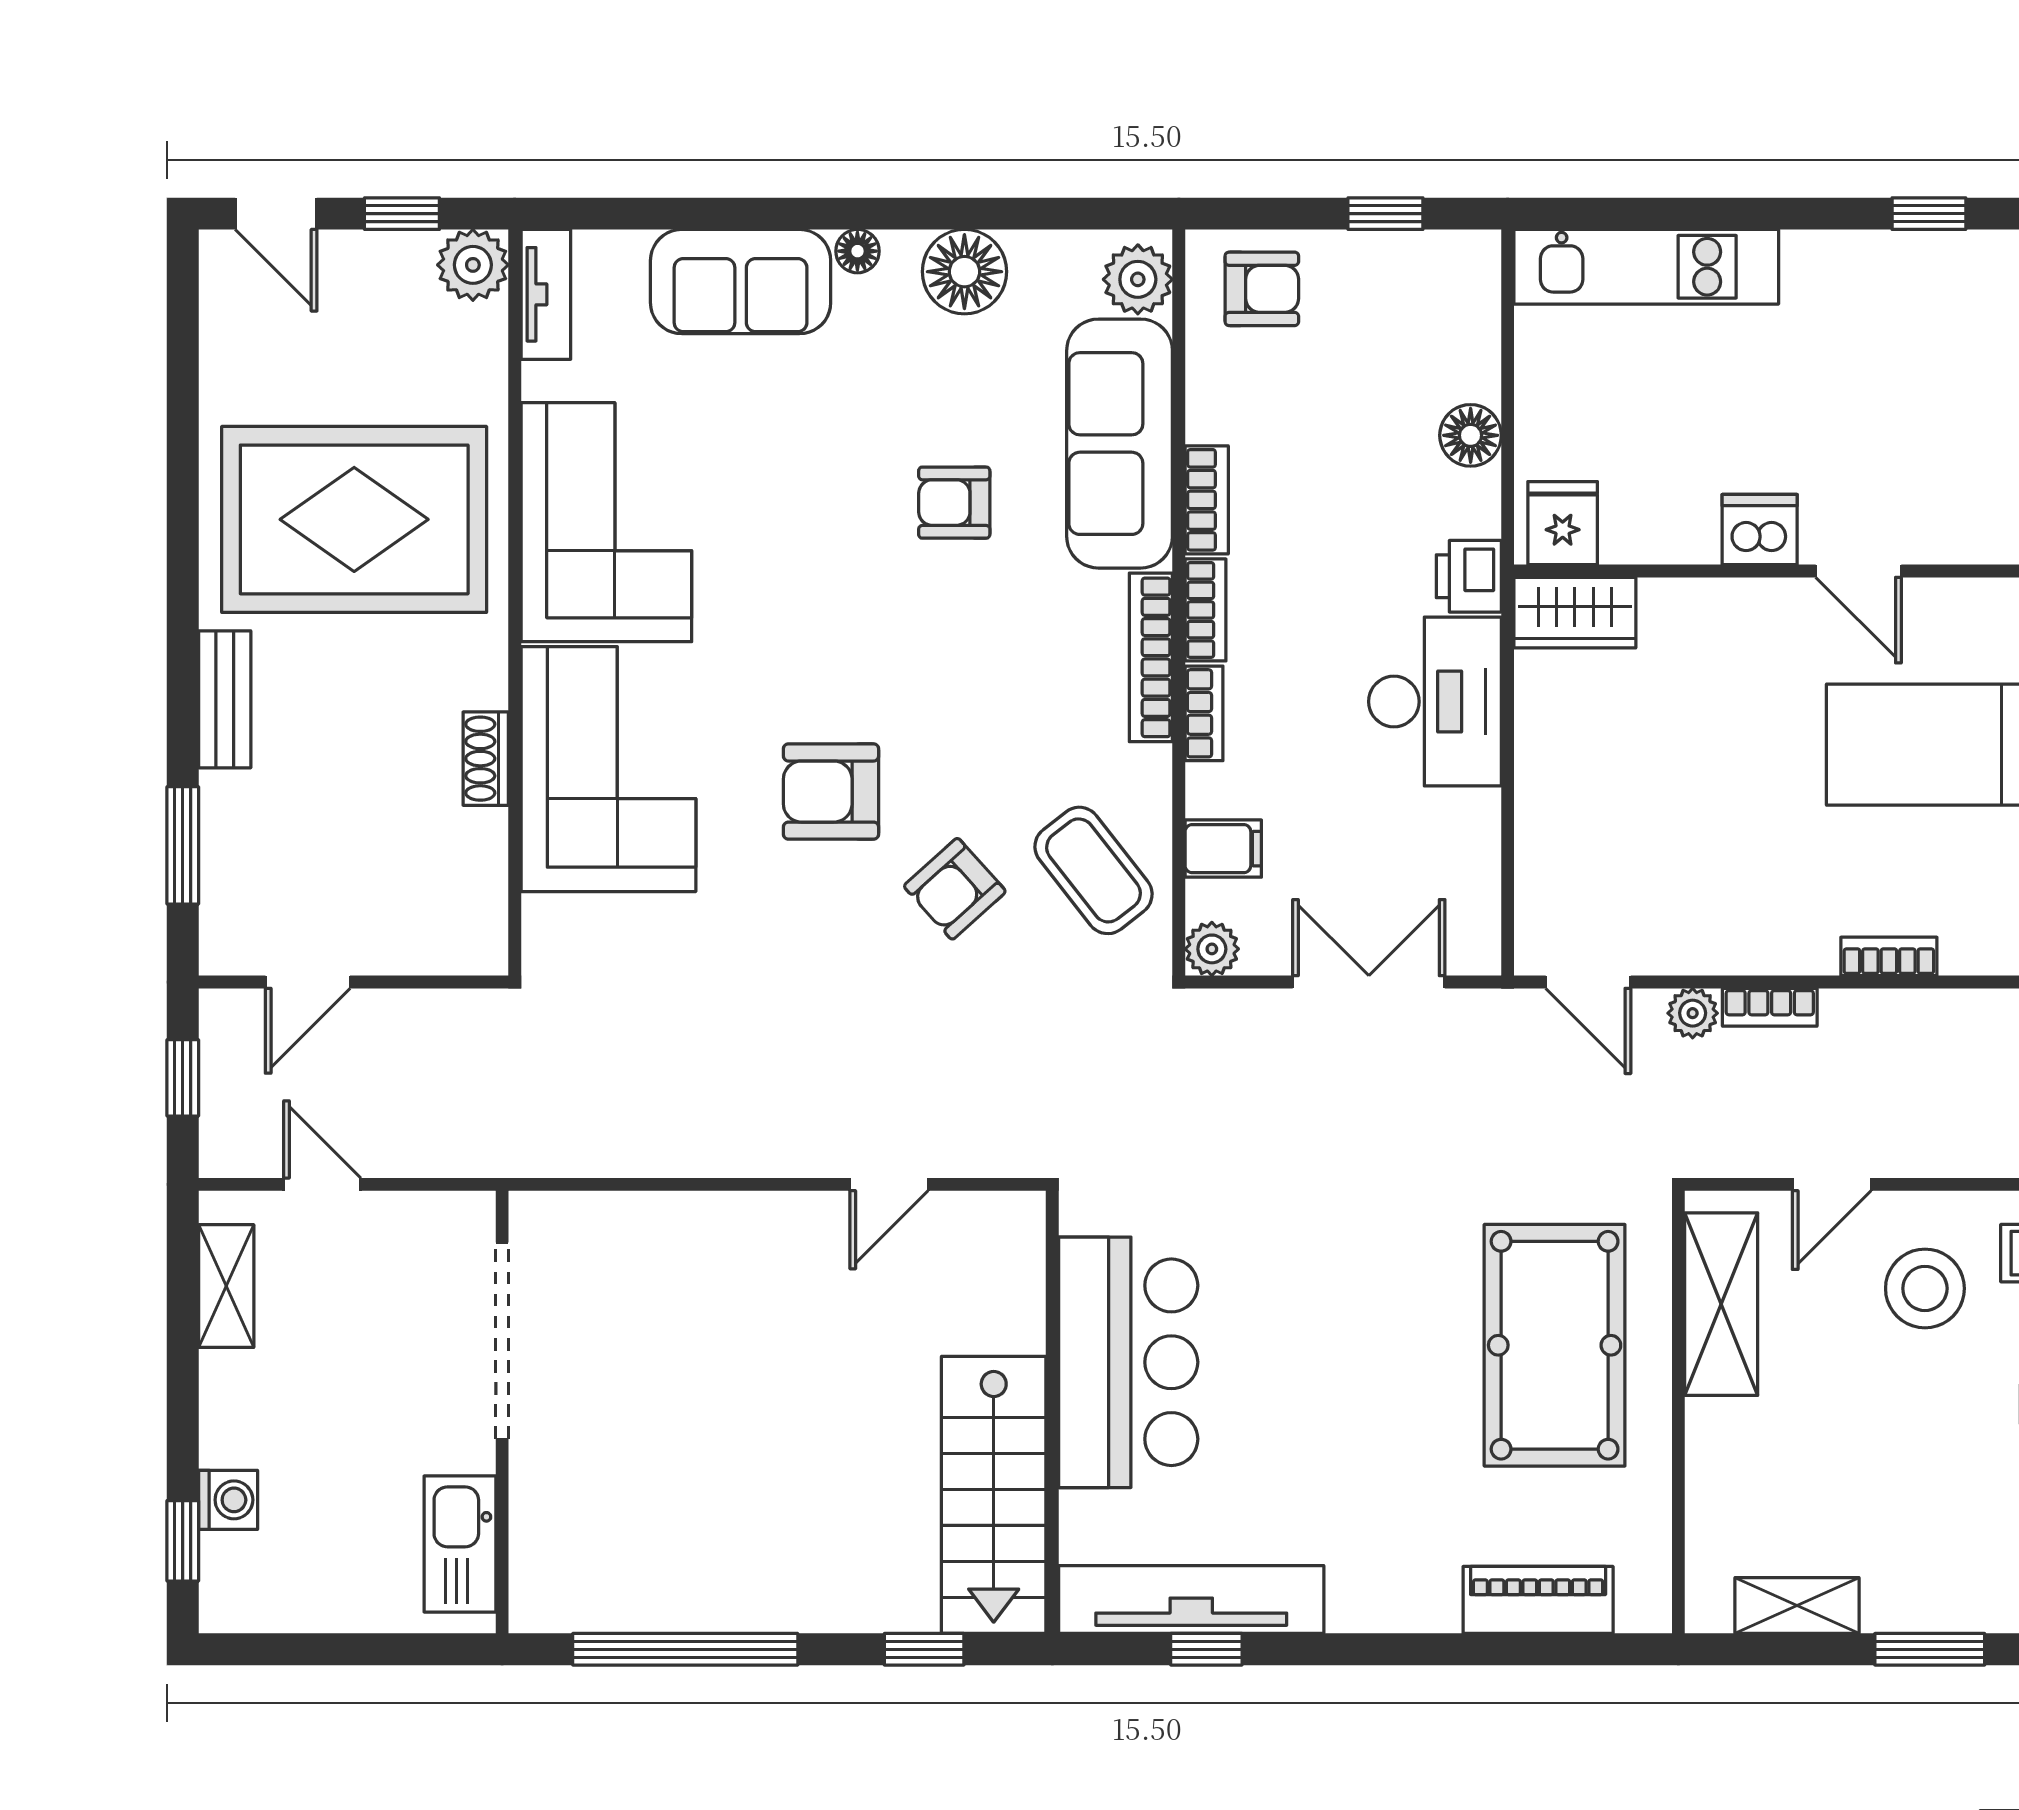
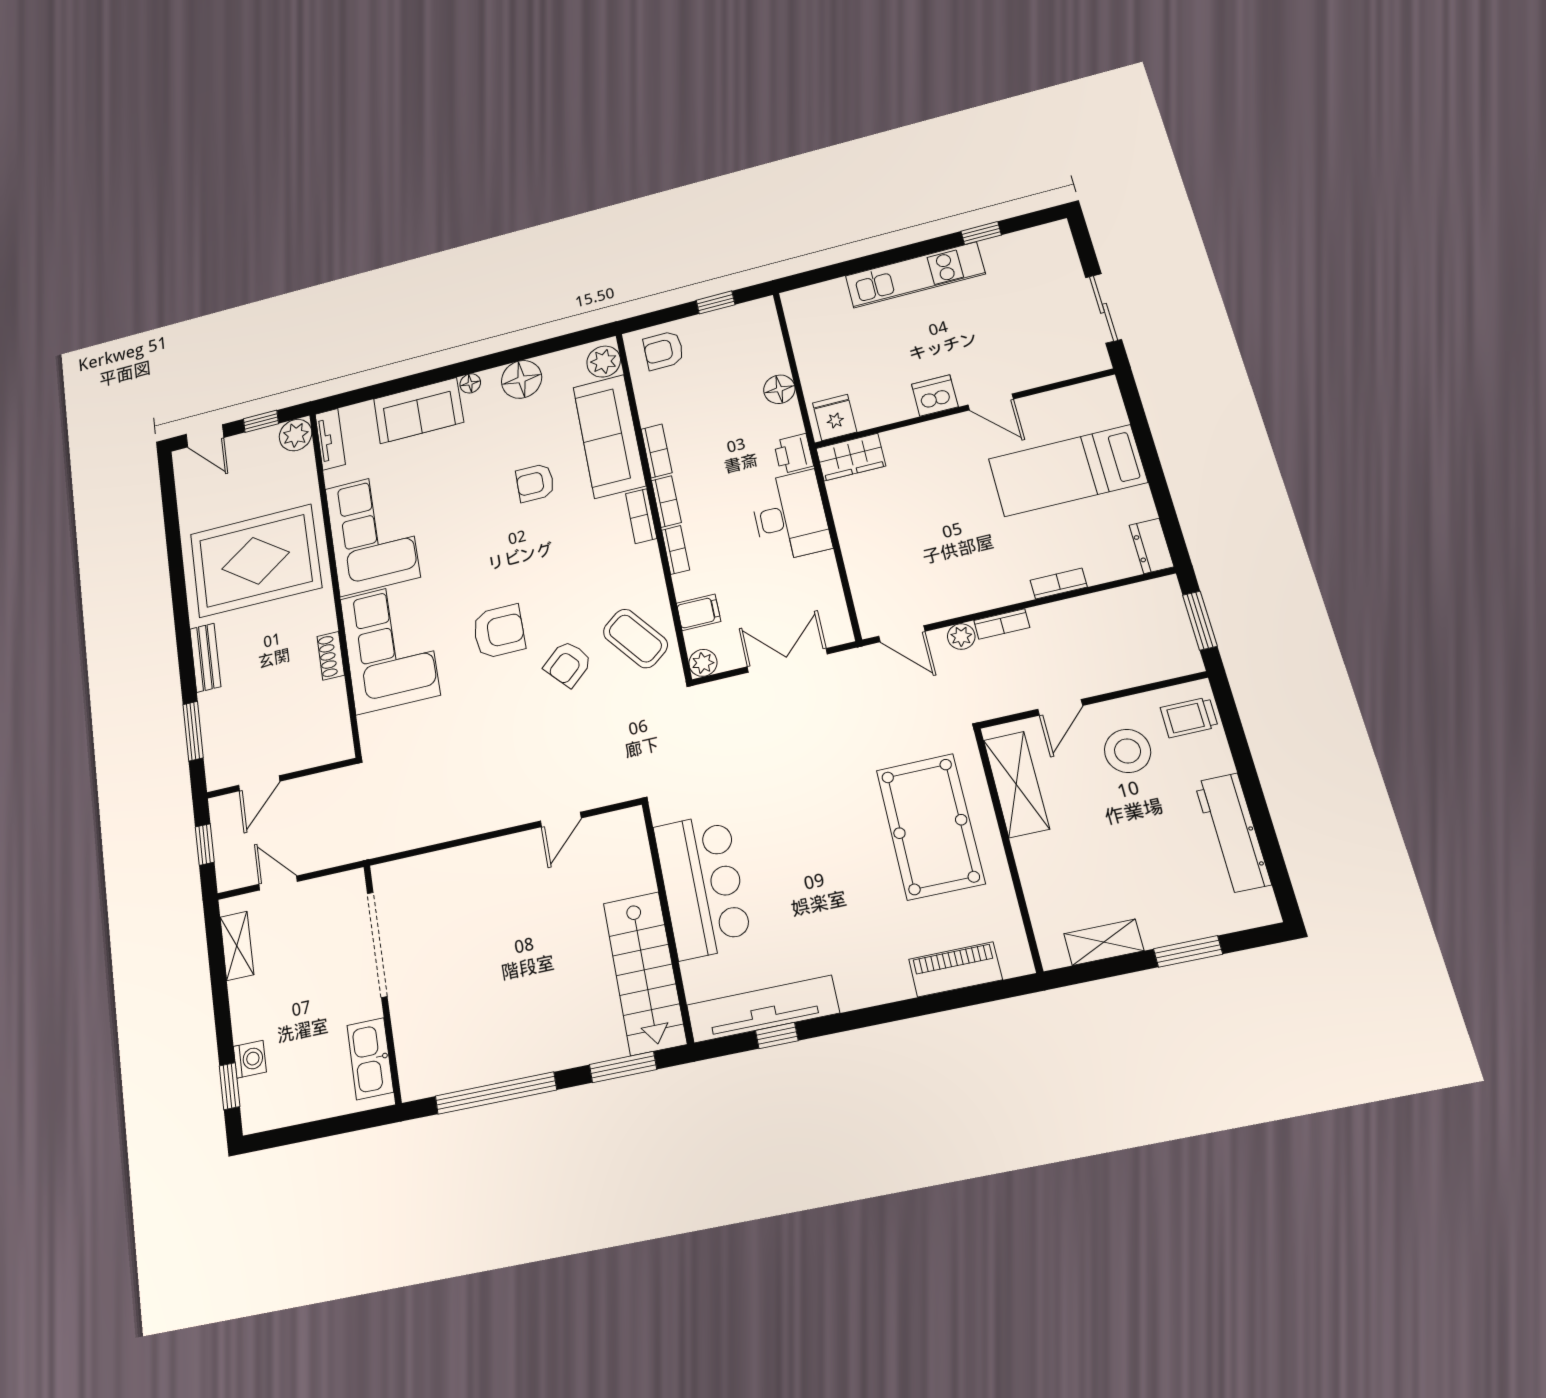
kitchen unit: (1646, 267) -> (915, 275), moved
armchair: (1262, 289) -> (664, 350), turned 180
bookcase: (1151, 657) -> (641, 516), width x0.64
armchair: (831, 792) -> (499, 631), turned 180
window: (924, 1649) -> (623, 1067), width x1.50

